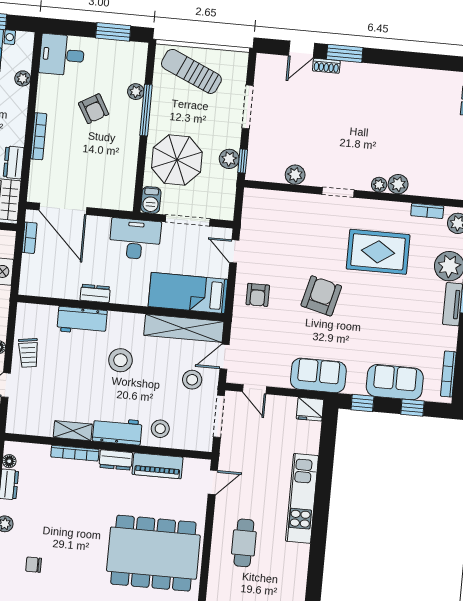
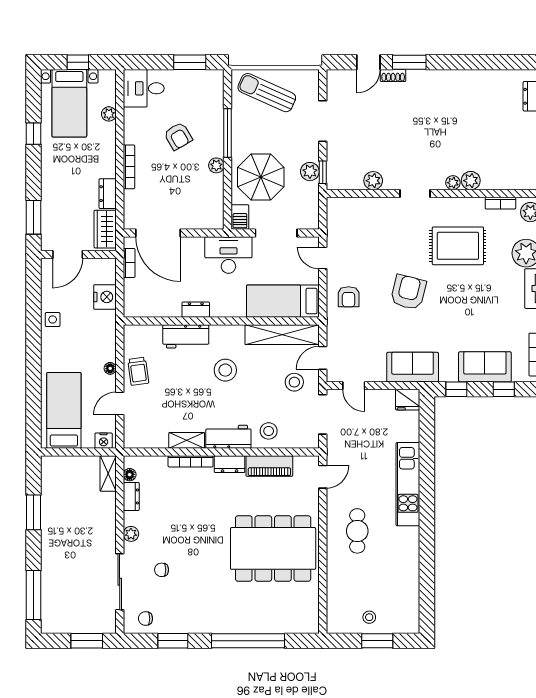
plant: (136, 92) -> (216, 165), moved

